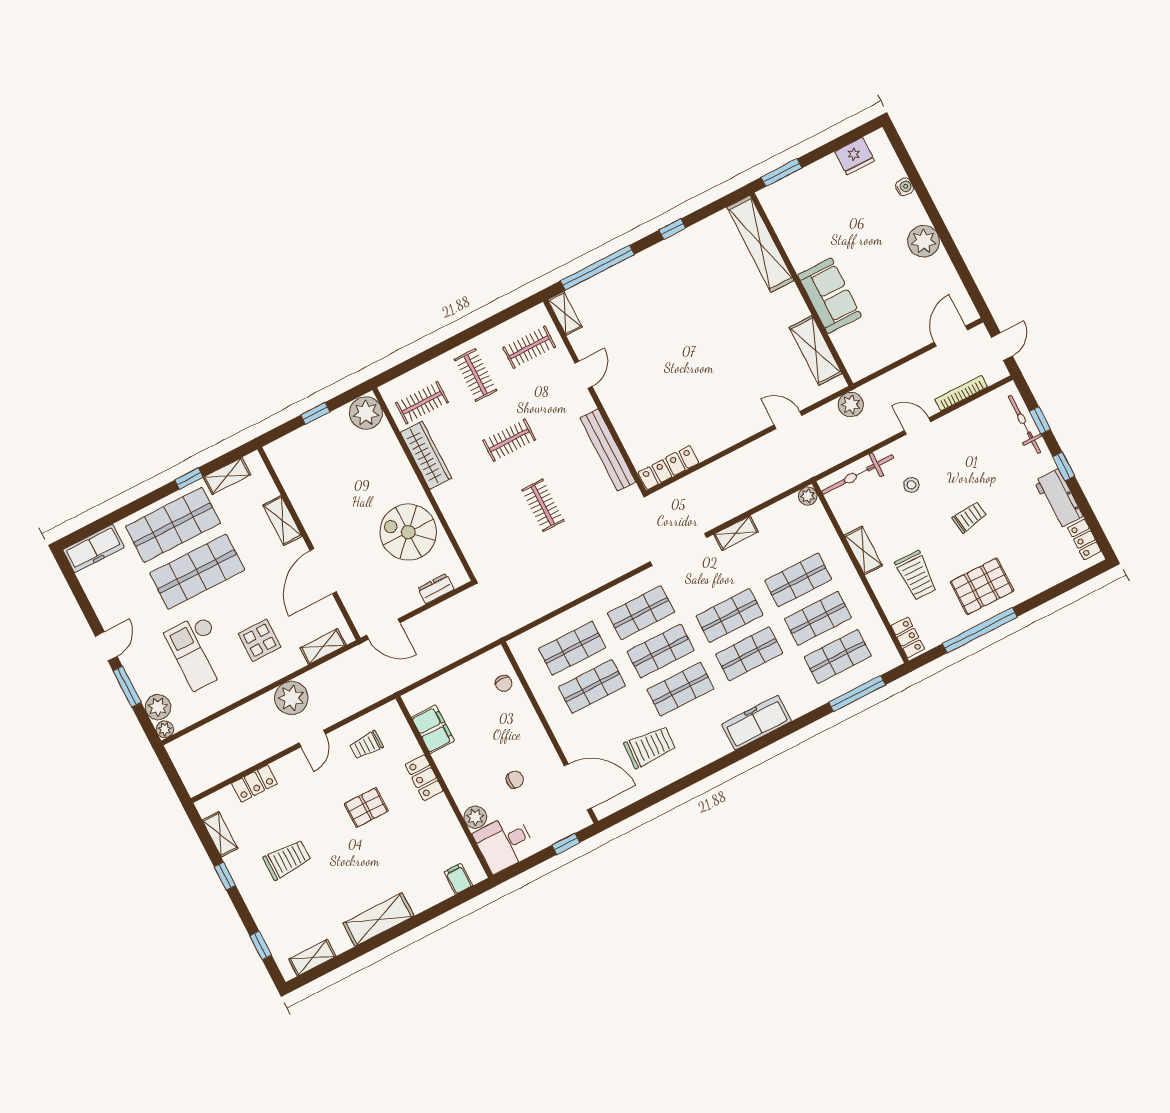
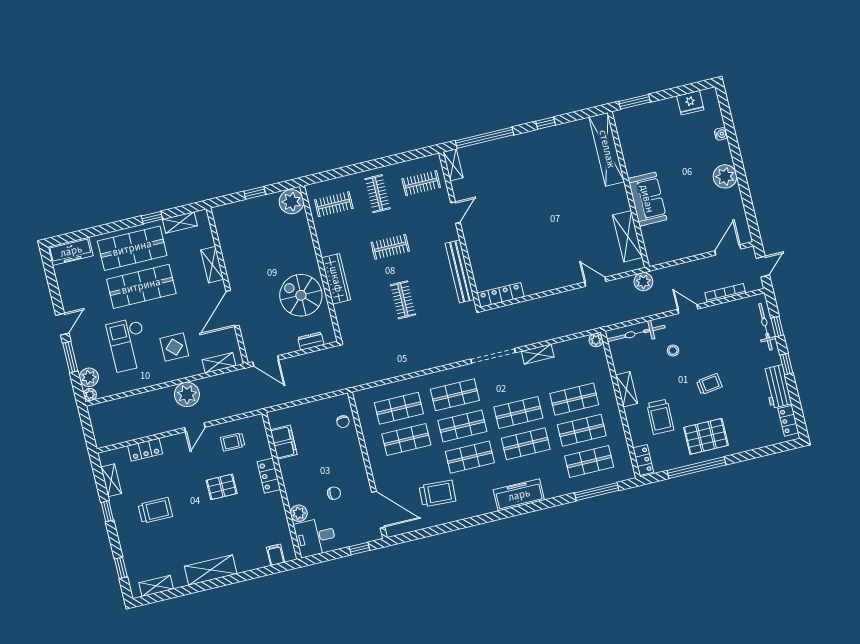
wardrobe: (426, 455) -> (336, 279), moved

